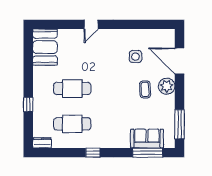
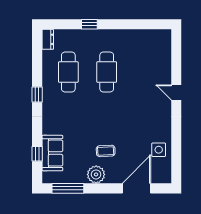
booth: (45, 47) -> (152, 42), removed
side table: (135, 56) -> (159, 150), moved
plant: (167, 86) -> (96, 174), moved
window: (148, 153) -> (37, 154), width x0.46

